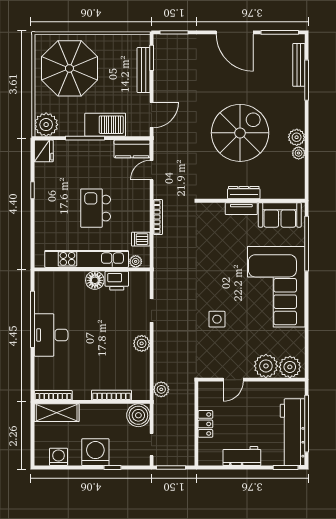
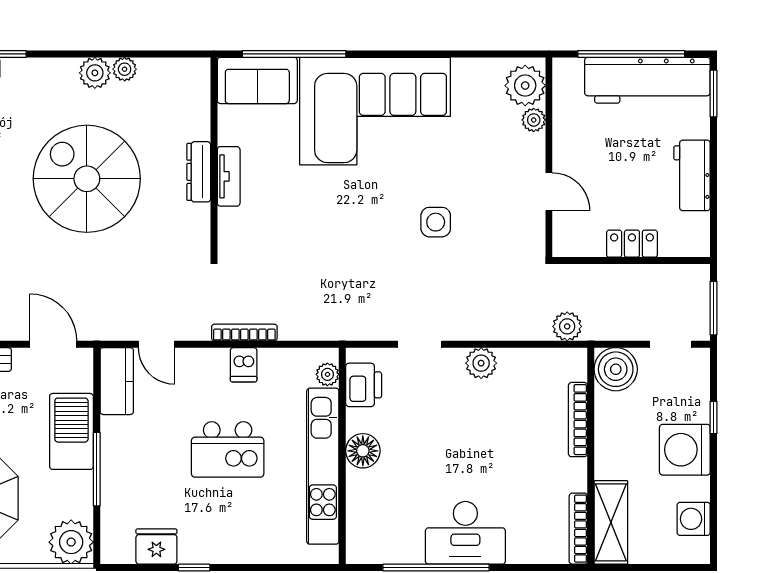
fridge: (44, 151) -> (156, 547), moved
sofa: (280, 215) -> (257, 80), moved, turned 90
dishwasher: (141, 239) -> (244, 365), moved
printer: (117, 281) -> (364, 385), moved
plant: (266, 366) -> (534, 120), width x0.53, depth x0.53

